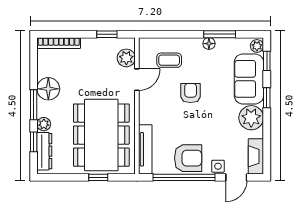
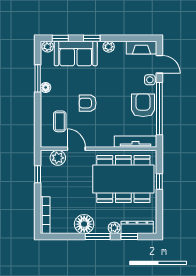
plant: (251, 118) -> (109, 47), width x0.53, depth x0.53

